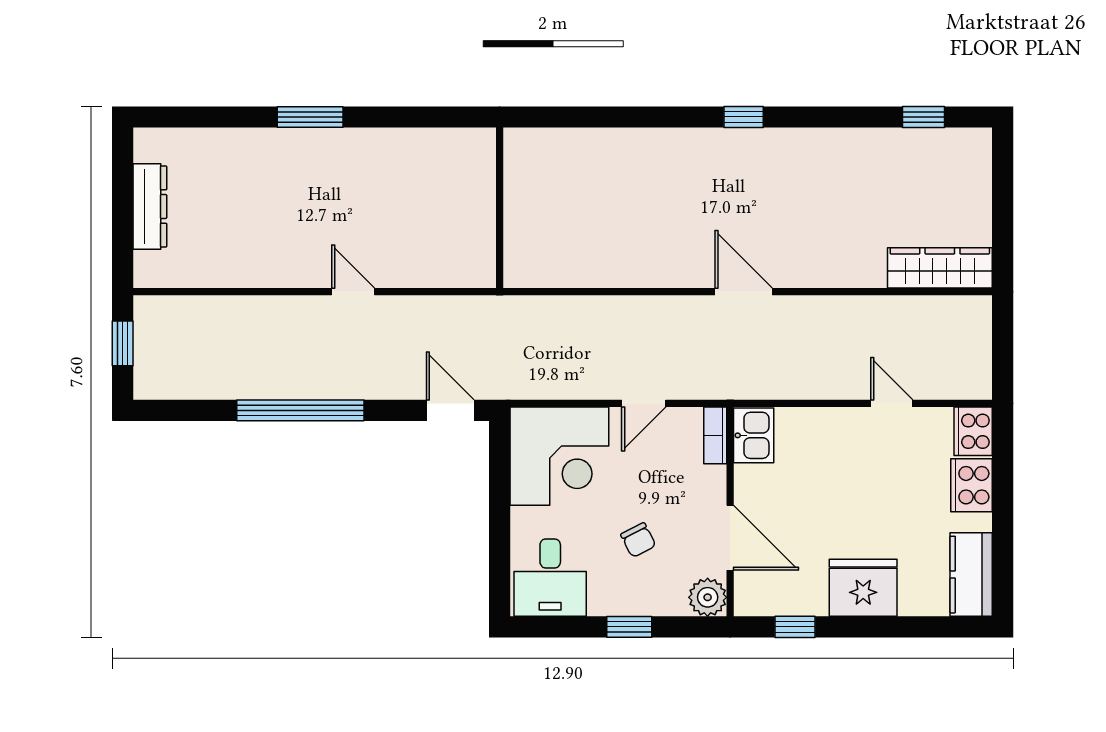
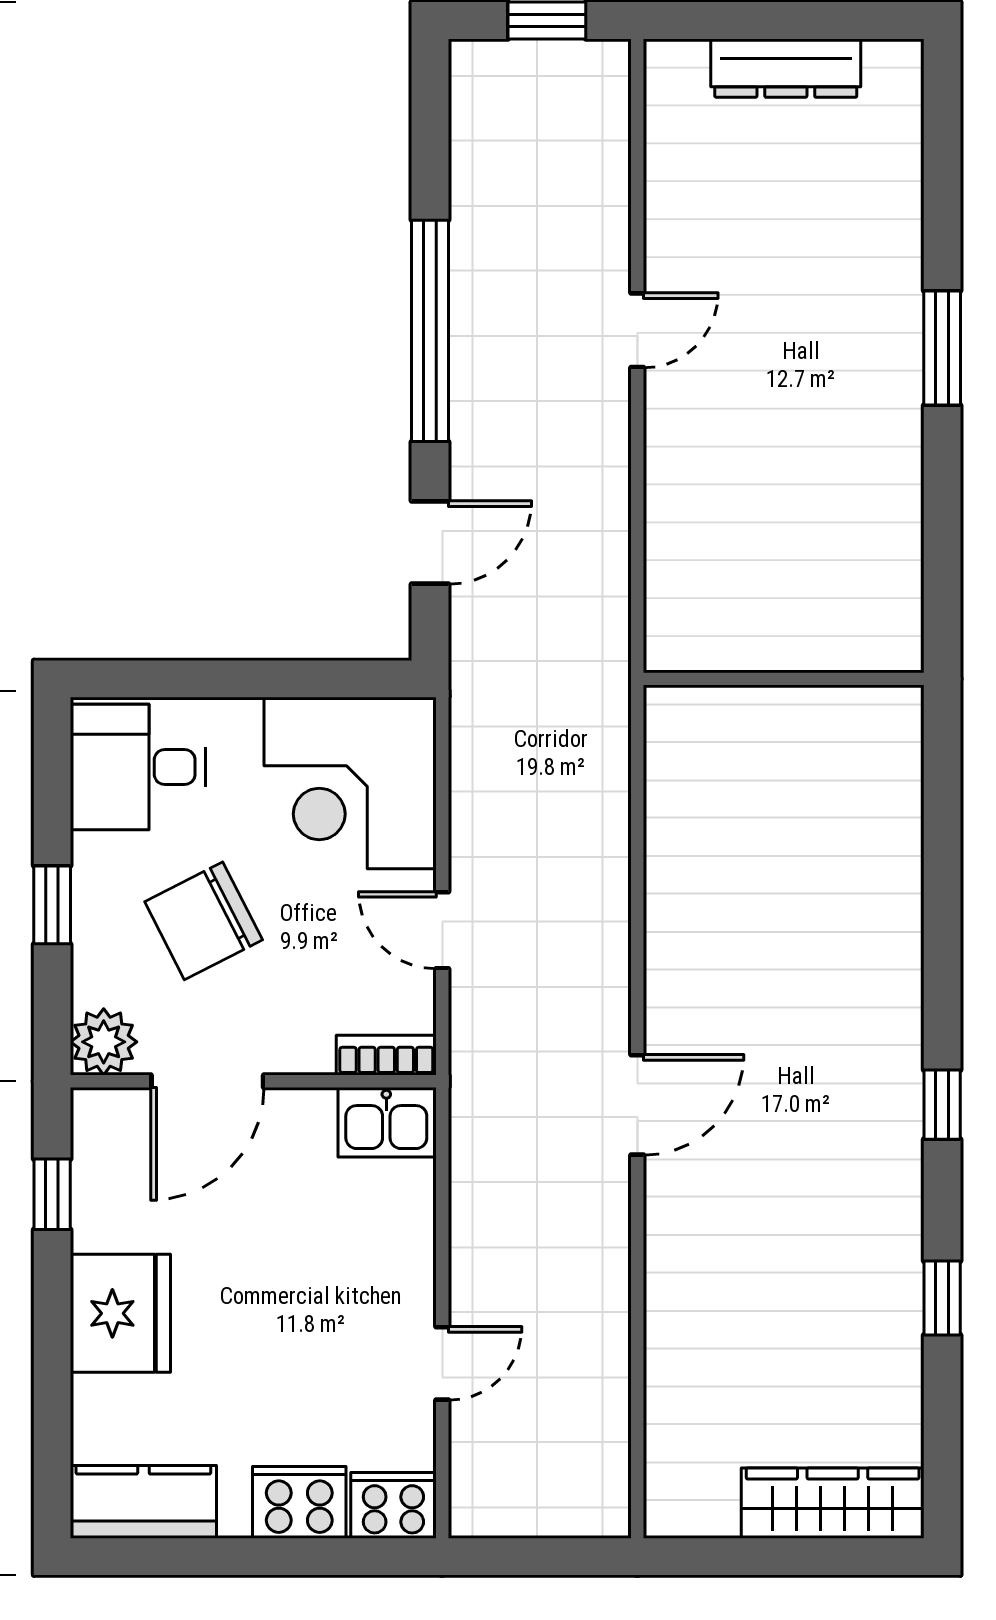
window: (923, 117) -> (942, 1298), moved
wardrobe: (940, 268) -> (833, 1503), moved, turned -90
door: (353, 292) -> (637, 330), moved
door: (450, 410) -> (430, 543), moved
chair: (638, 540) -> (204, 921), width x1.87, depth x1.87

